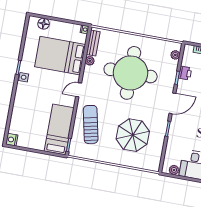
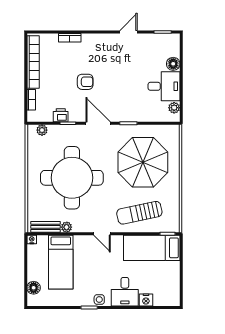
bed: (60, 56) -> (61, 262), width x0.67
desk: (26, 100) -> (125, 292), added
parasol: (133, 135) -> (143, 162), width x1.36, depth x1.36
nightstand: (12, 140) -> (146, 300), moved

